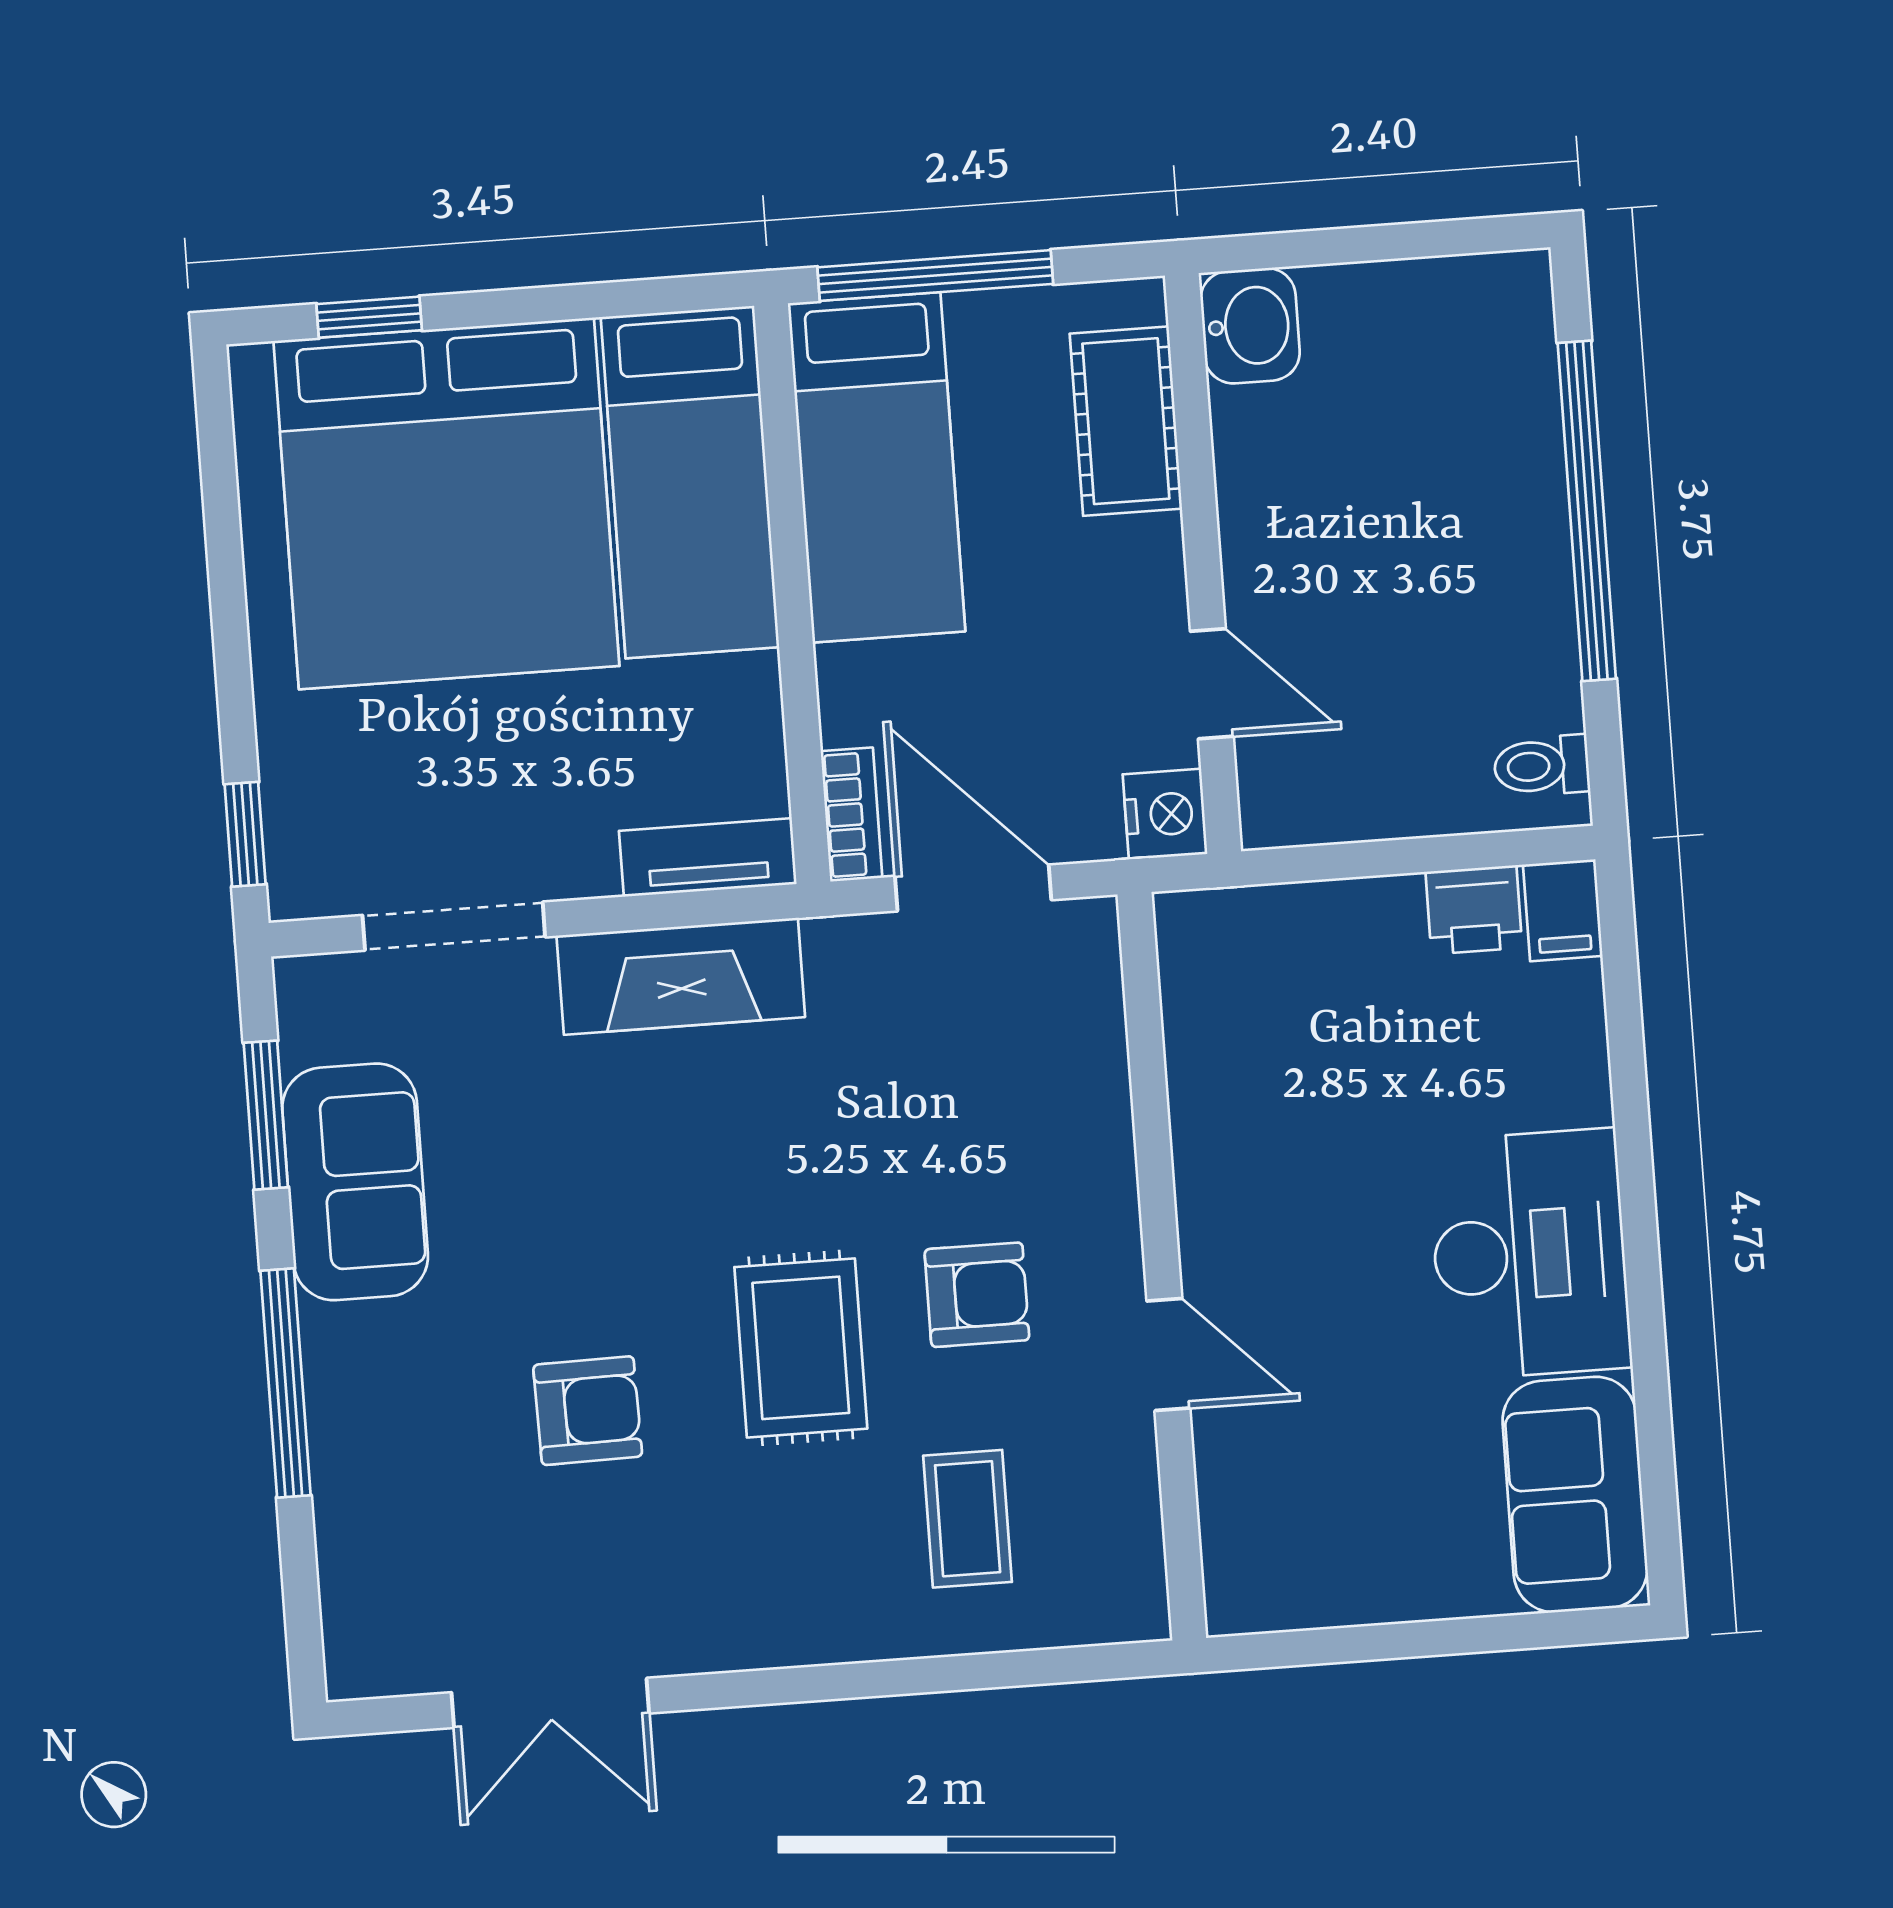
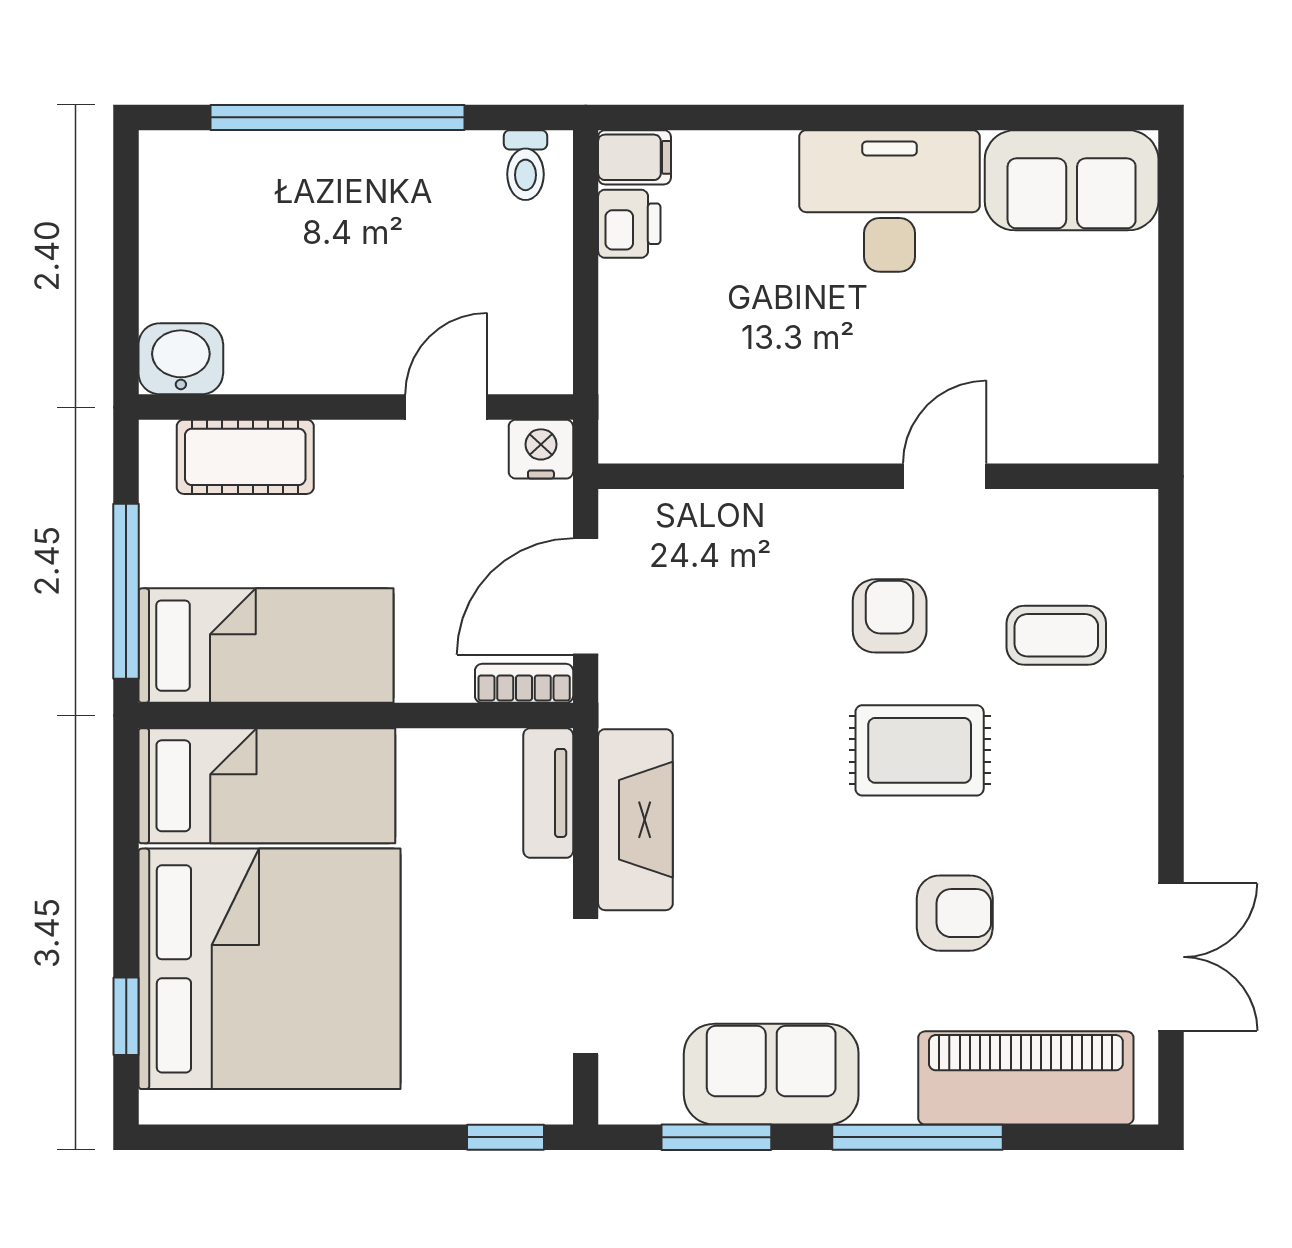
armchair: (588, 1411) -> (955, 913), turned 91
piano: (375, 1521) -> (1026, 1078), added

